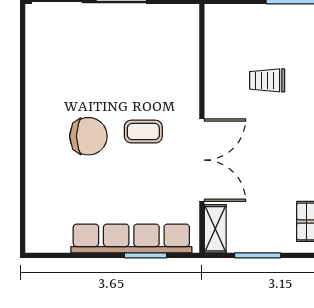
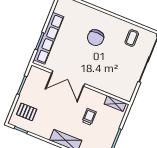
coffee table: (143, 132) -> (132, 38), moved
shelving: (215, 229) -> (115, 104), moved

